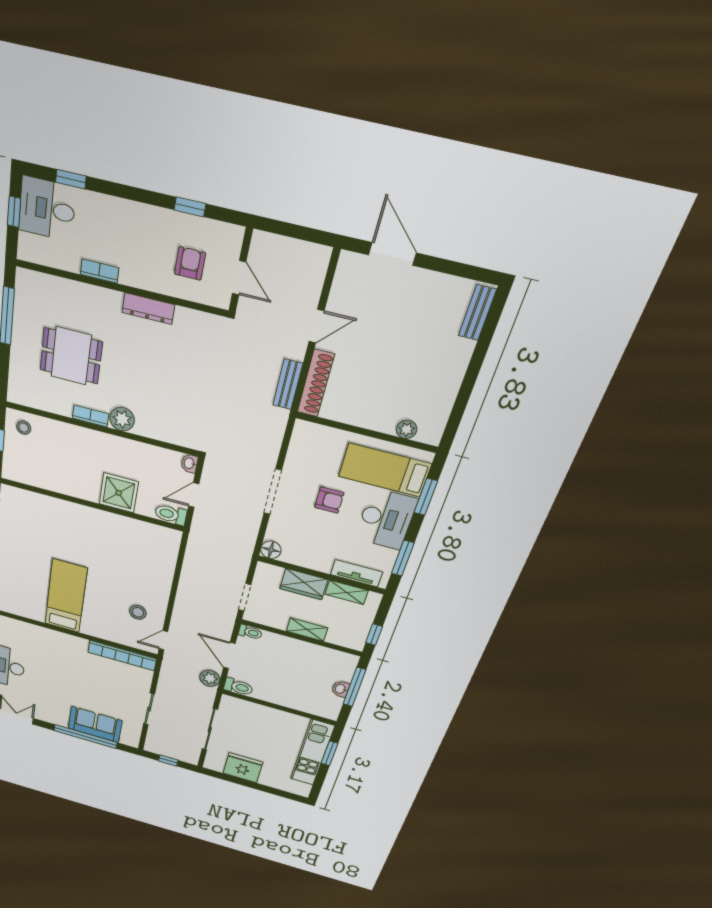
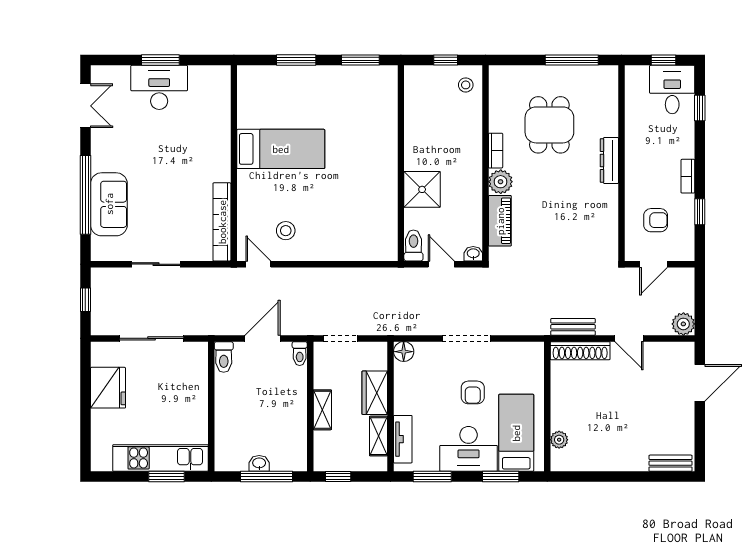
bookcase: (99, 271) -> (688, 176), moved, turned 180
dresser: (148, 309) -> (609, 160), moved
piano: (161, 430) -> (500, 221), added
plant: (210, 678) -> (683, 324), moved

